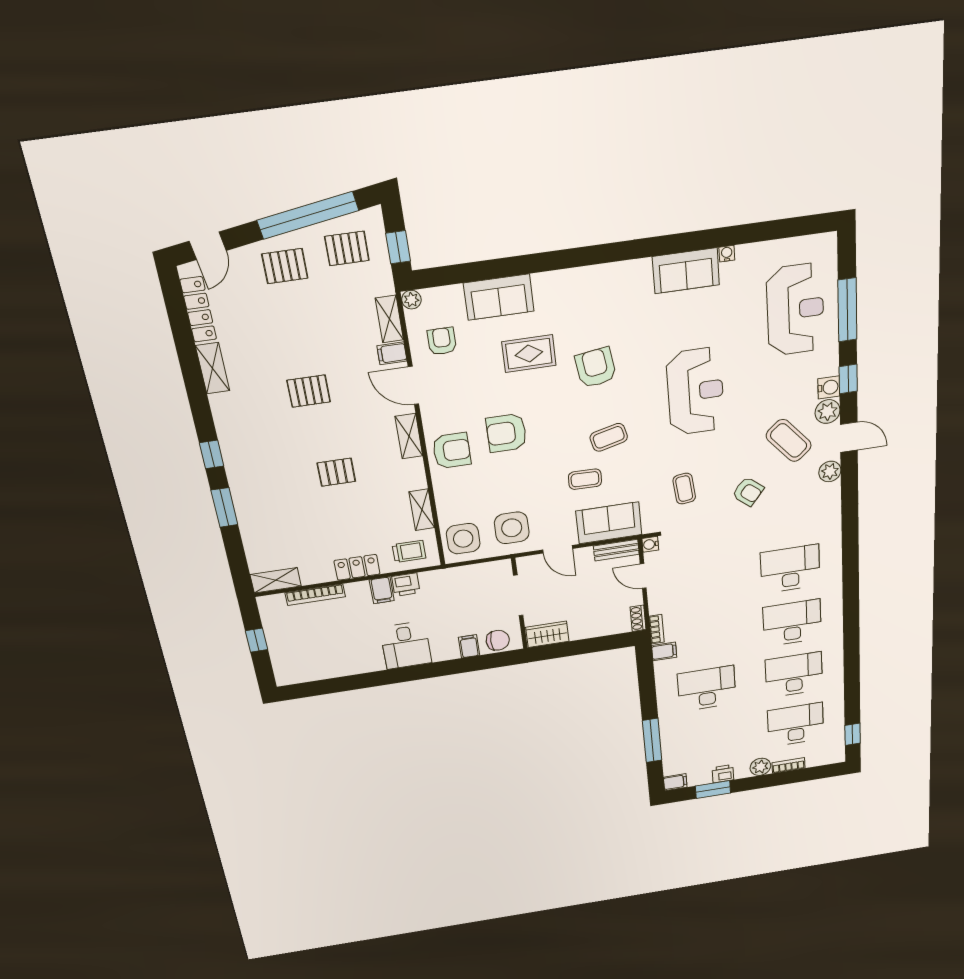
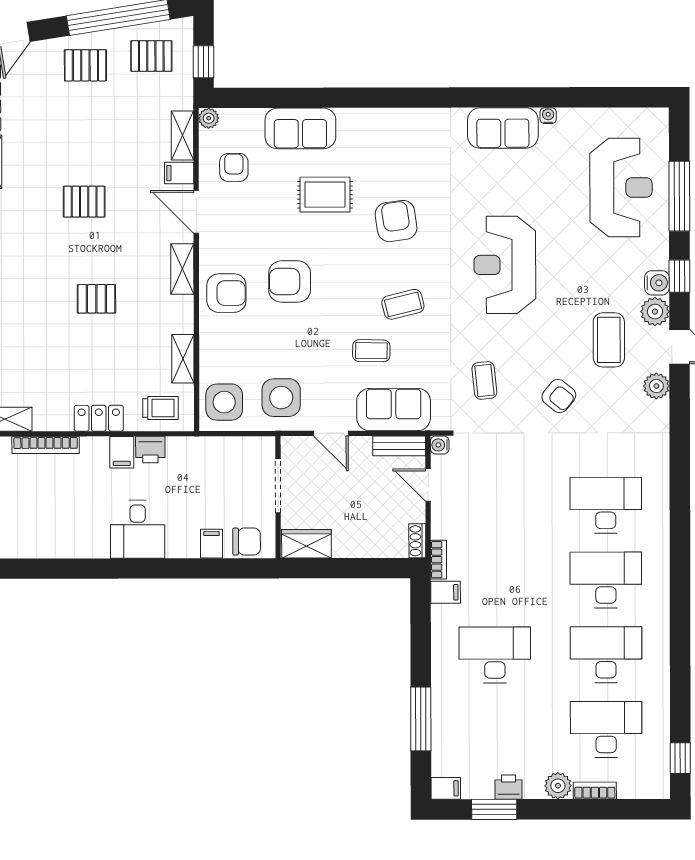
reception desk: (695, 391) -> (505, 265), turned 180
coffee table: (789, 440) -> (609, 340), turned 41

